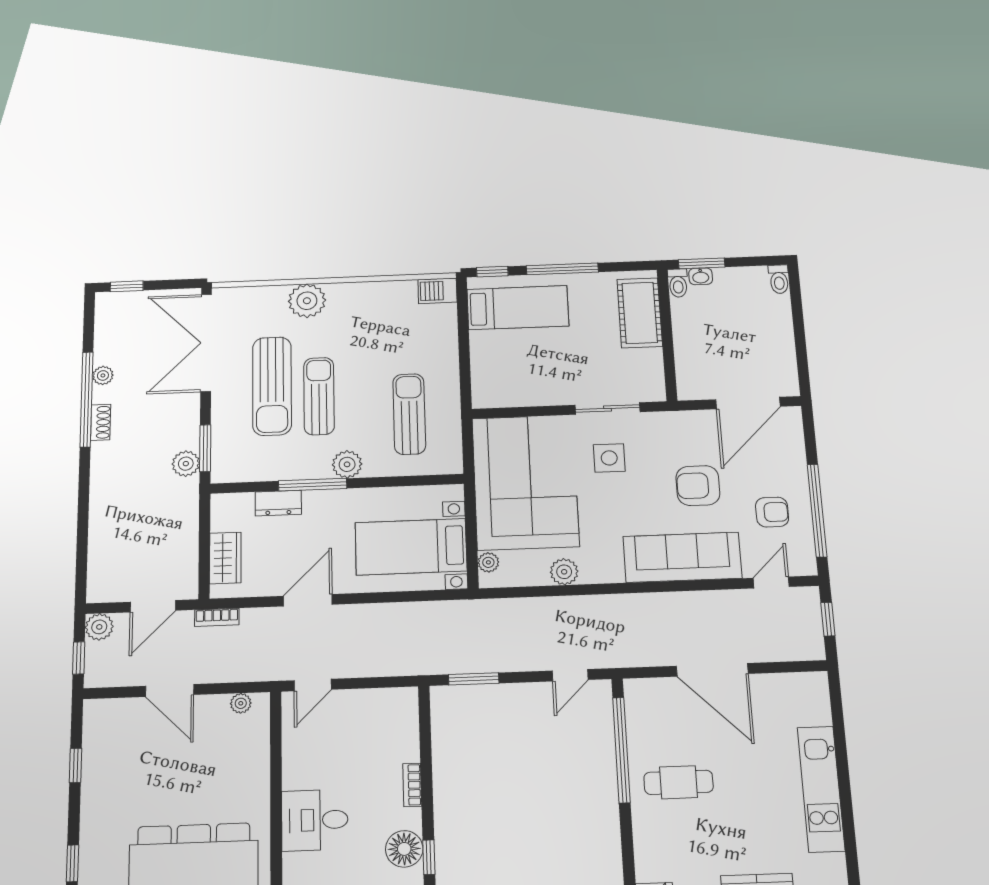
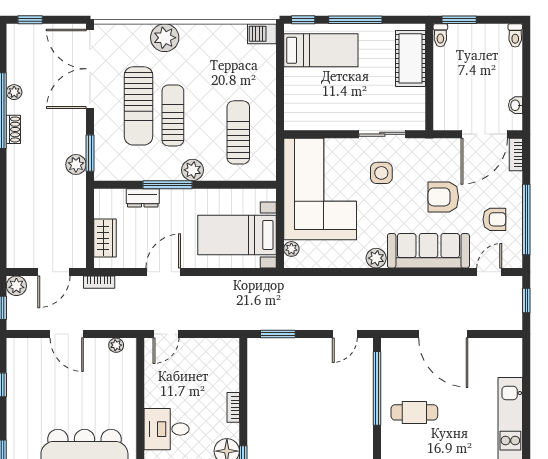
washbasin: (701, 276) -> (516, 105), moved, turned 90
bookcase: (794, 427) -> (516, 155), added
plant: (564, 572) -> (376, 258), moved

